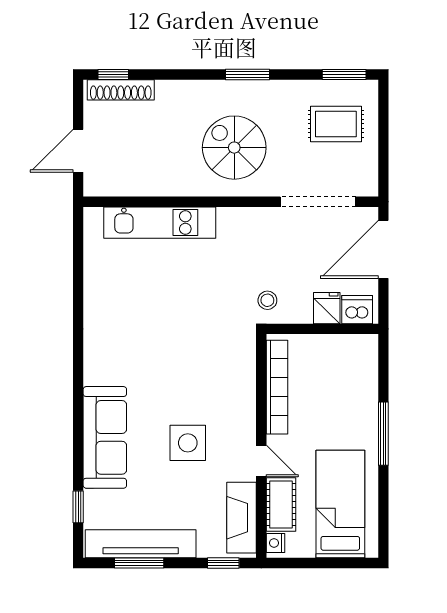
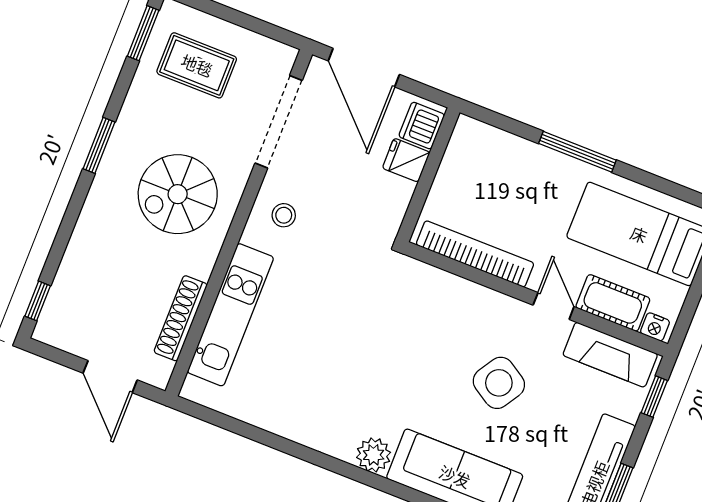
shoe rack: (121, 90) -> (181, 318), moved, turned 180
rug: (336, 124) -> (197, 65), turned 90
stool: (267, 300) -> (284, 215), moved
plant: (97, 371) -> (374, 455), added
side table: (188, 443) -> (499, 383), turned 32
door: (261, 461) -> (554, 306), hinge flipped

